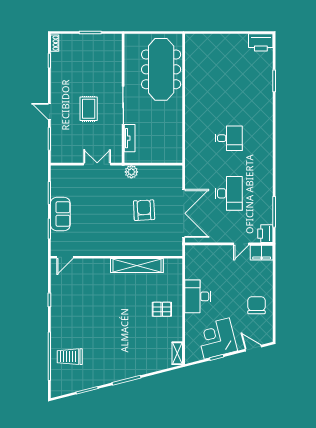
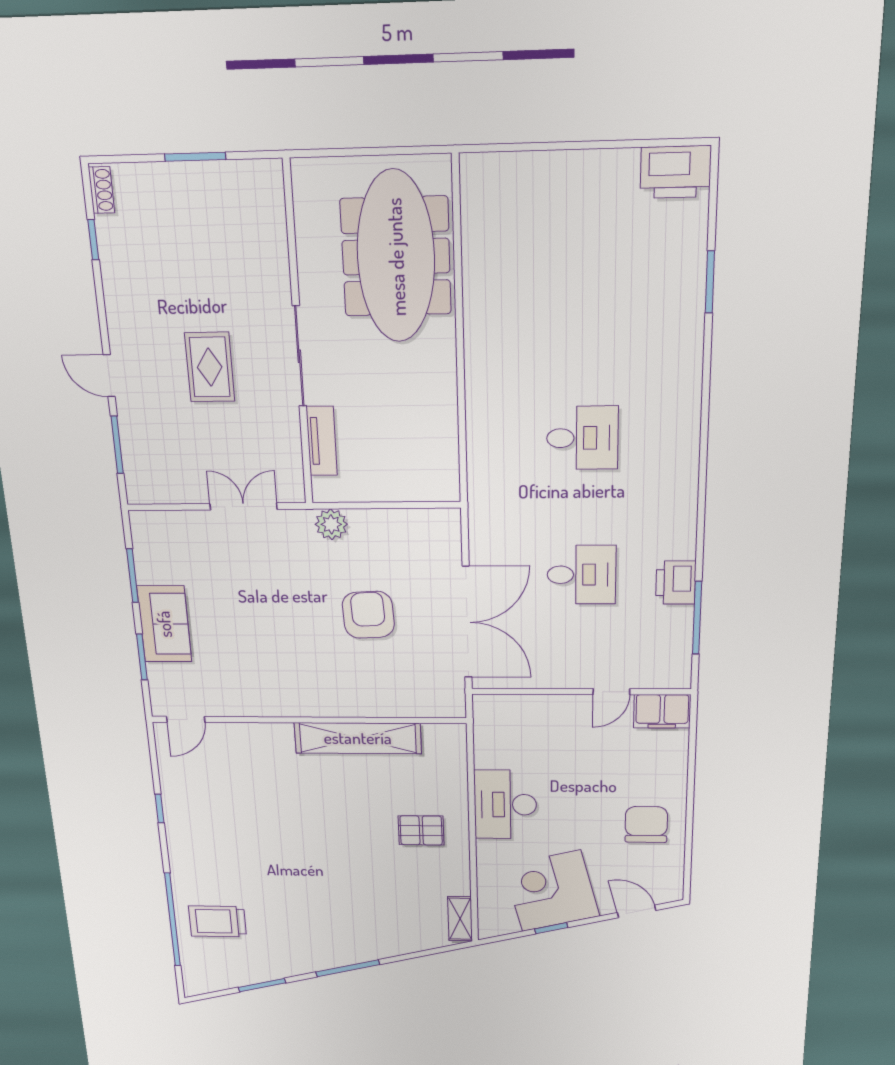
desk: (229, 193) -> (581, 575), width x0.73
printer: (265, 234) -> (676, 583), moved

